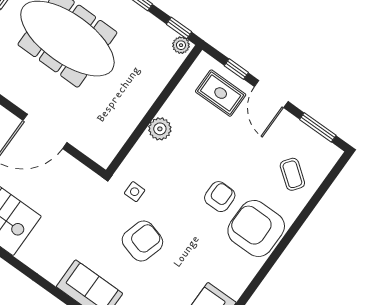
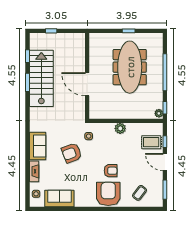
rug: (221, 93) -> (151, 142), turned 90
door: (271, 94) -> (165, 162), hinge flipped
armchair: (142, 241) -> (72, 153), turned 143

